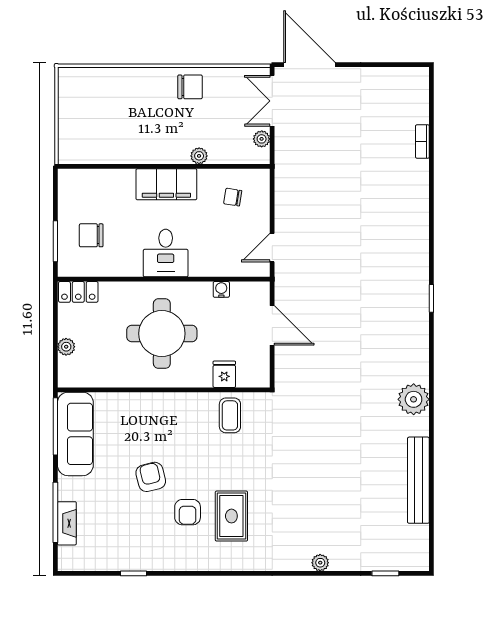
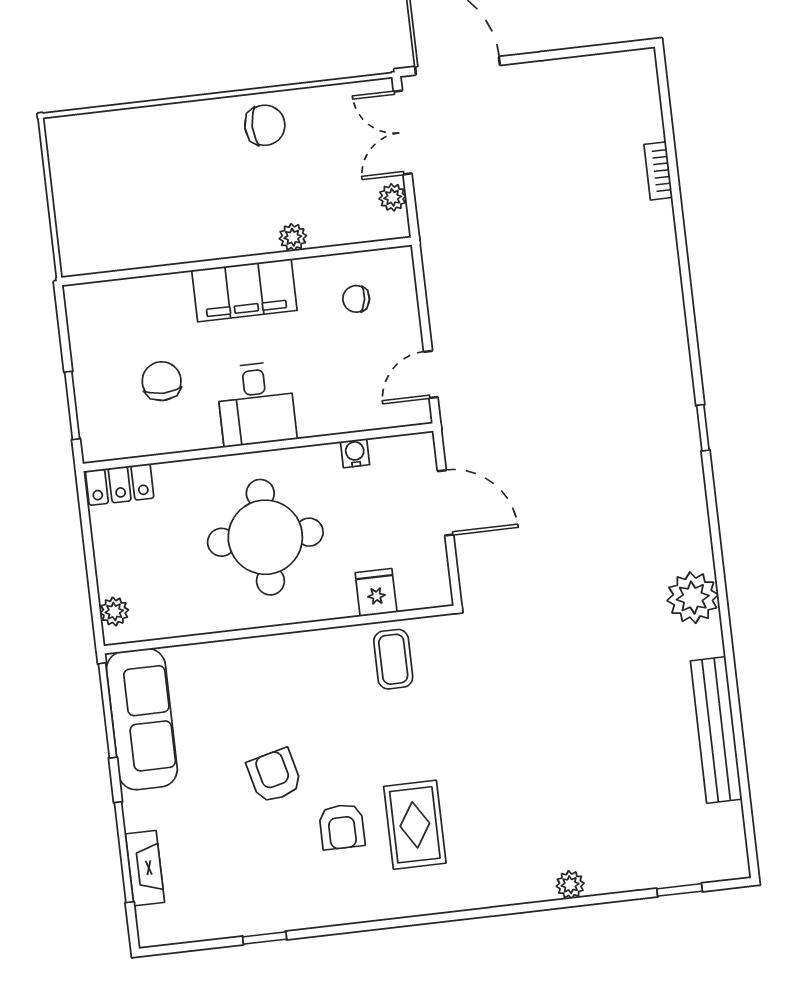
chair: (91, 235) -> (162, 381), moved, turned 90
plant: (66, 347) -> (114, 611), moved

